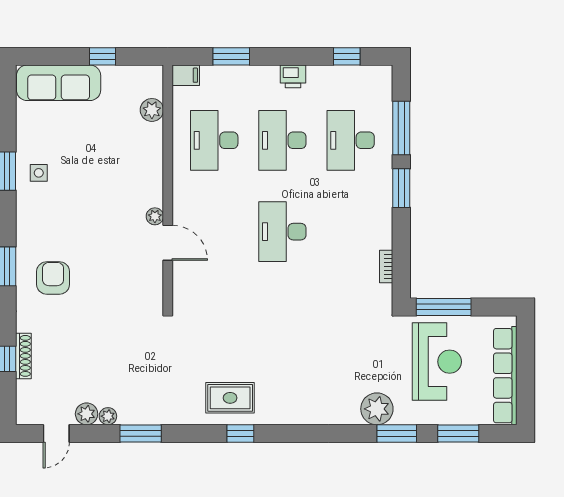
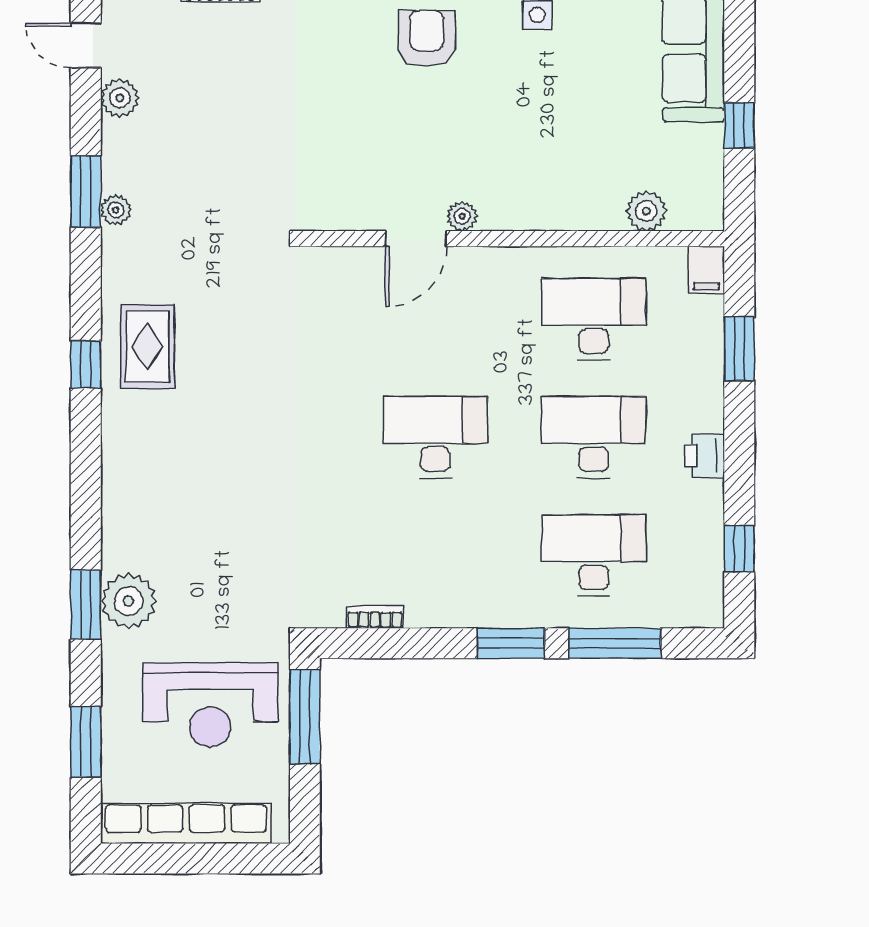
armchair: (53, 278) -> (427, 38), moved, turned -90
plant: (108, 416) -> (116, 210), moved
window: (397, 433) -> (86, 605), moved

